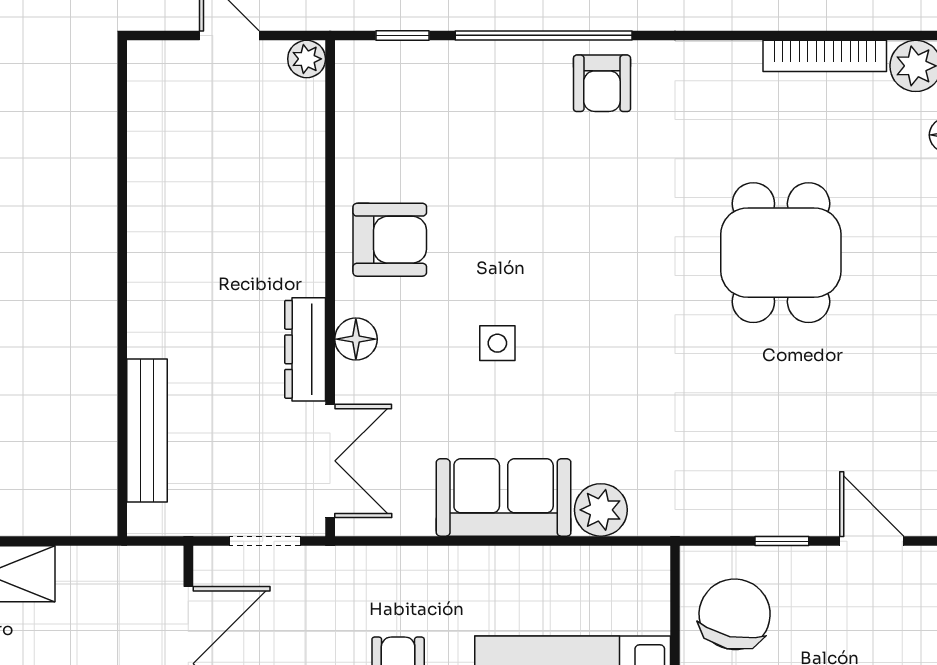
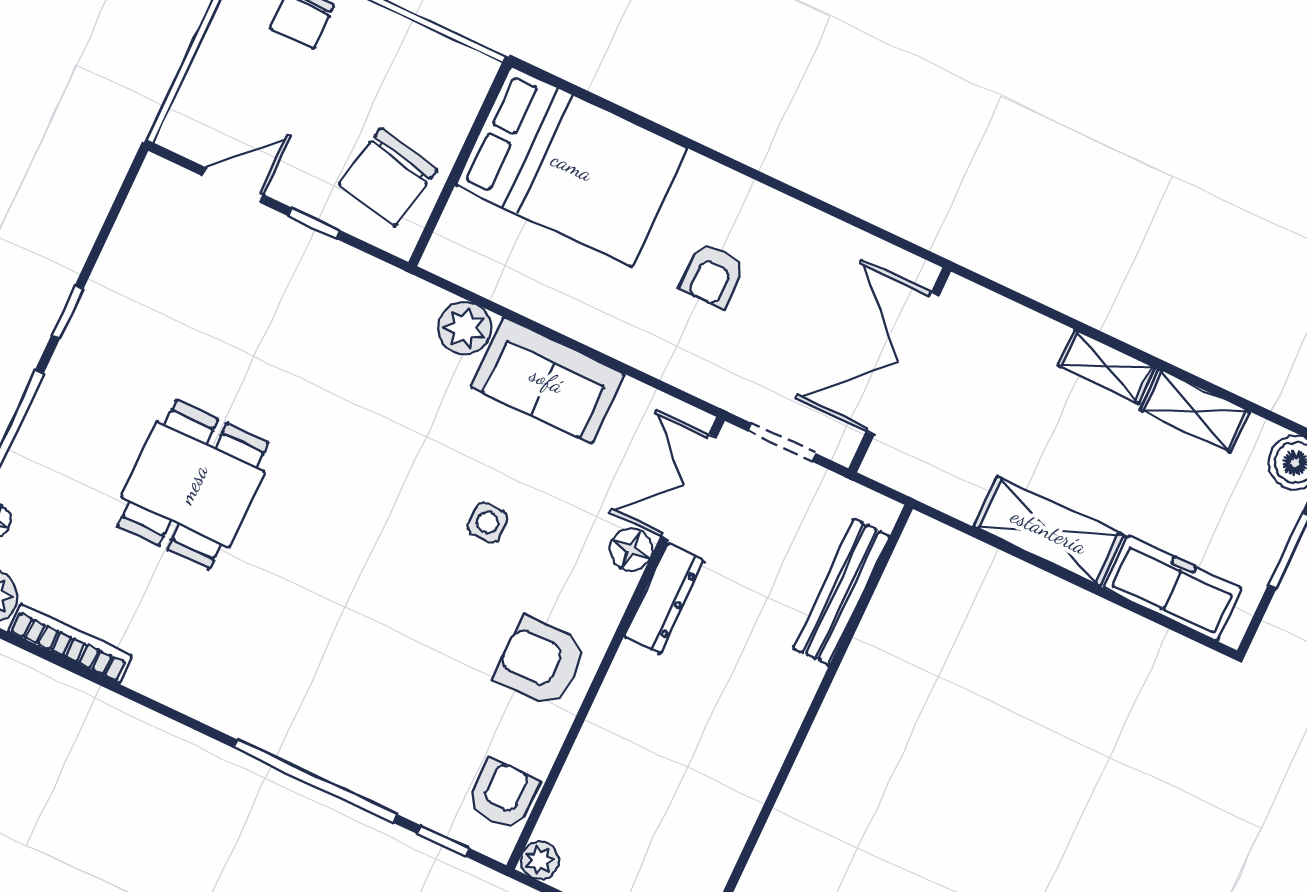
armchair: (602, 83) -> (503, 795), moved
floor lamp: (356, 339) -> (631, 549), moved
door: (872, 541) -> (233, 185), swing flipped

